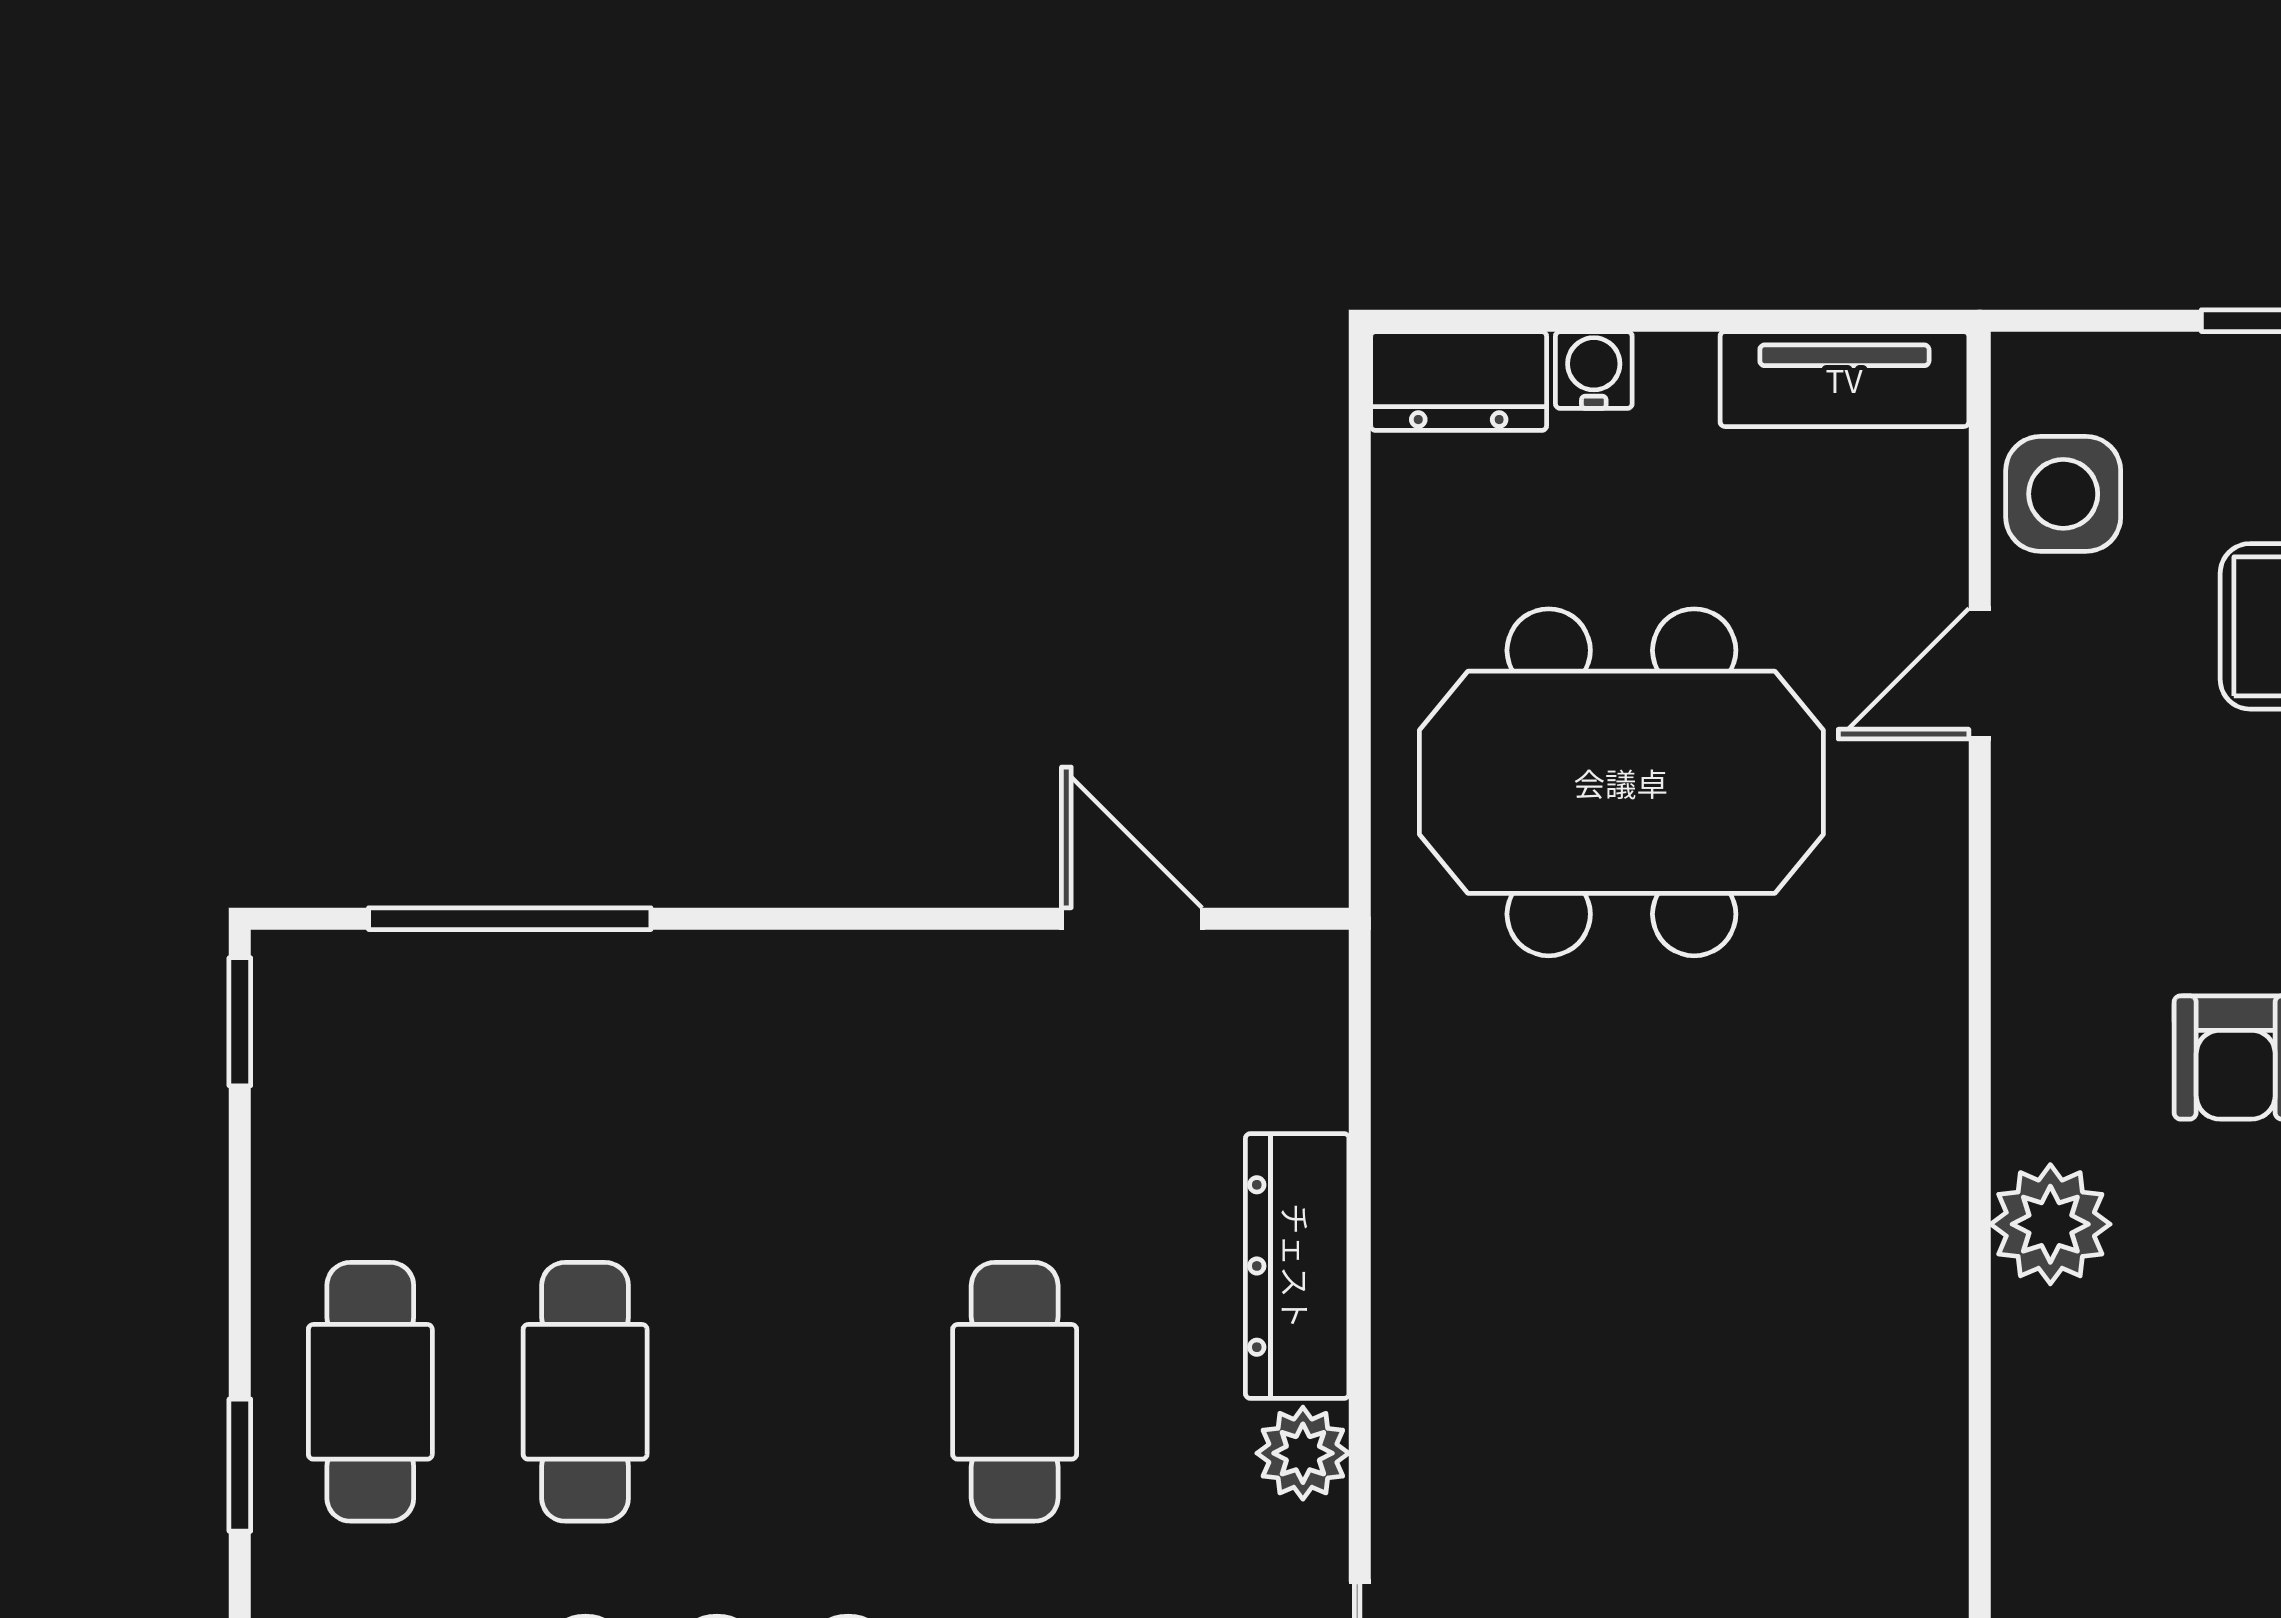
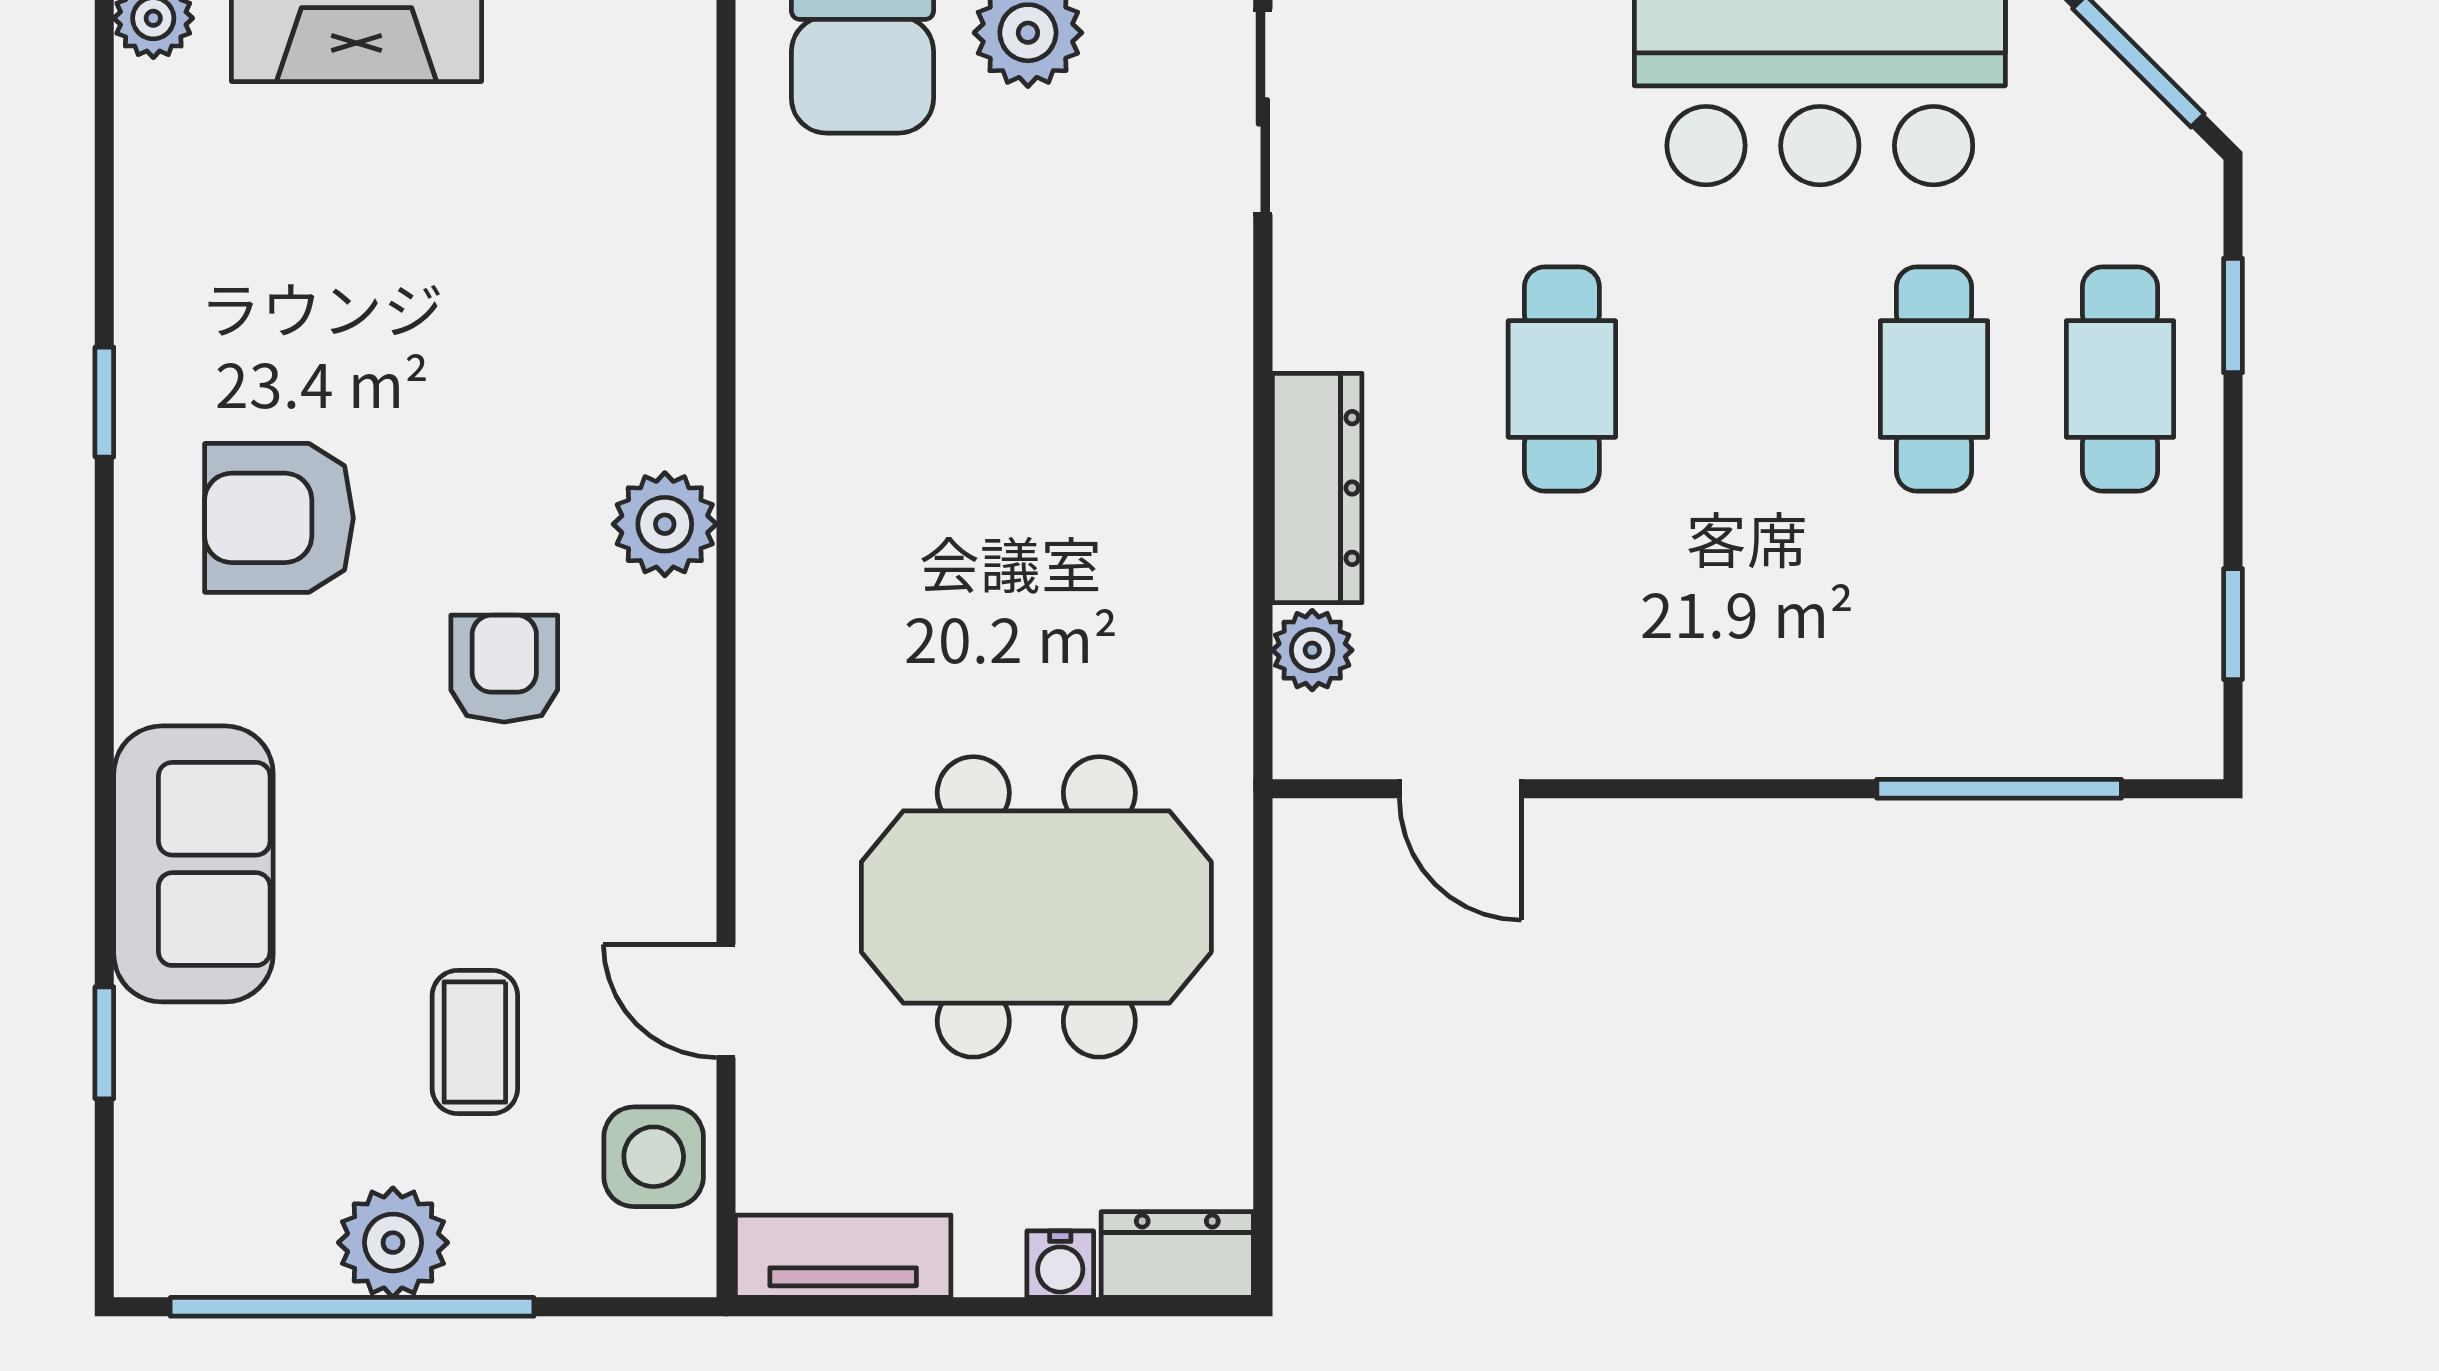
door: (1980, 674) -> (726, 1001), swing flipped
window: (240, 1022) -> (2233, 624), moved
plant: (1303, 1453) -> (1312, 650), moved

